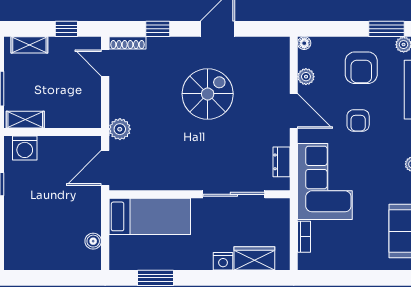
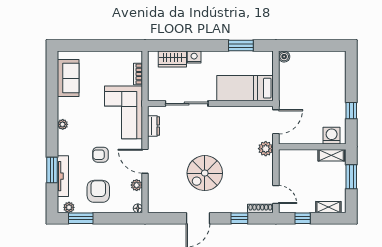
armchair: (358, 121) -> (100, 155), turned -90
boiler: (93, 241) -> (284, 57), moved

